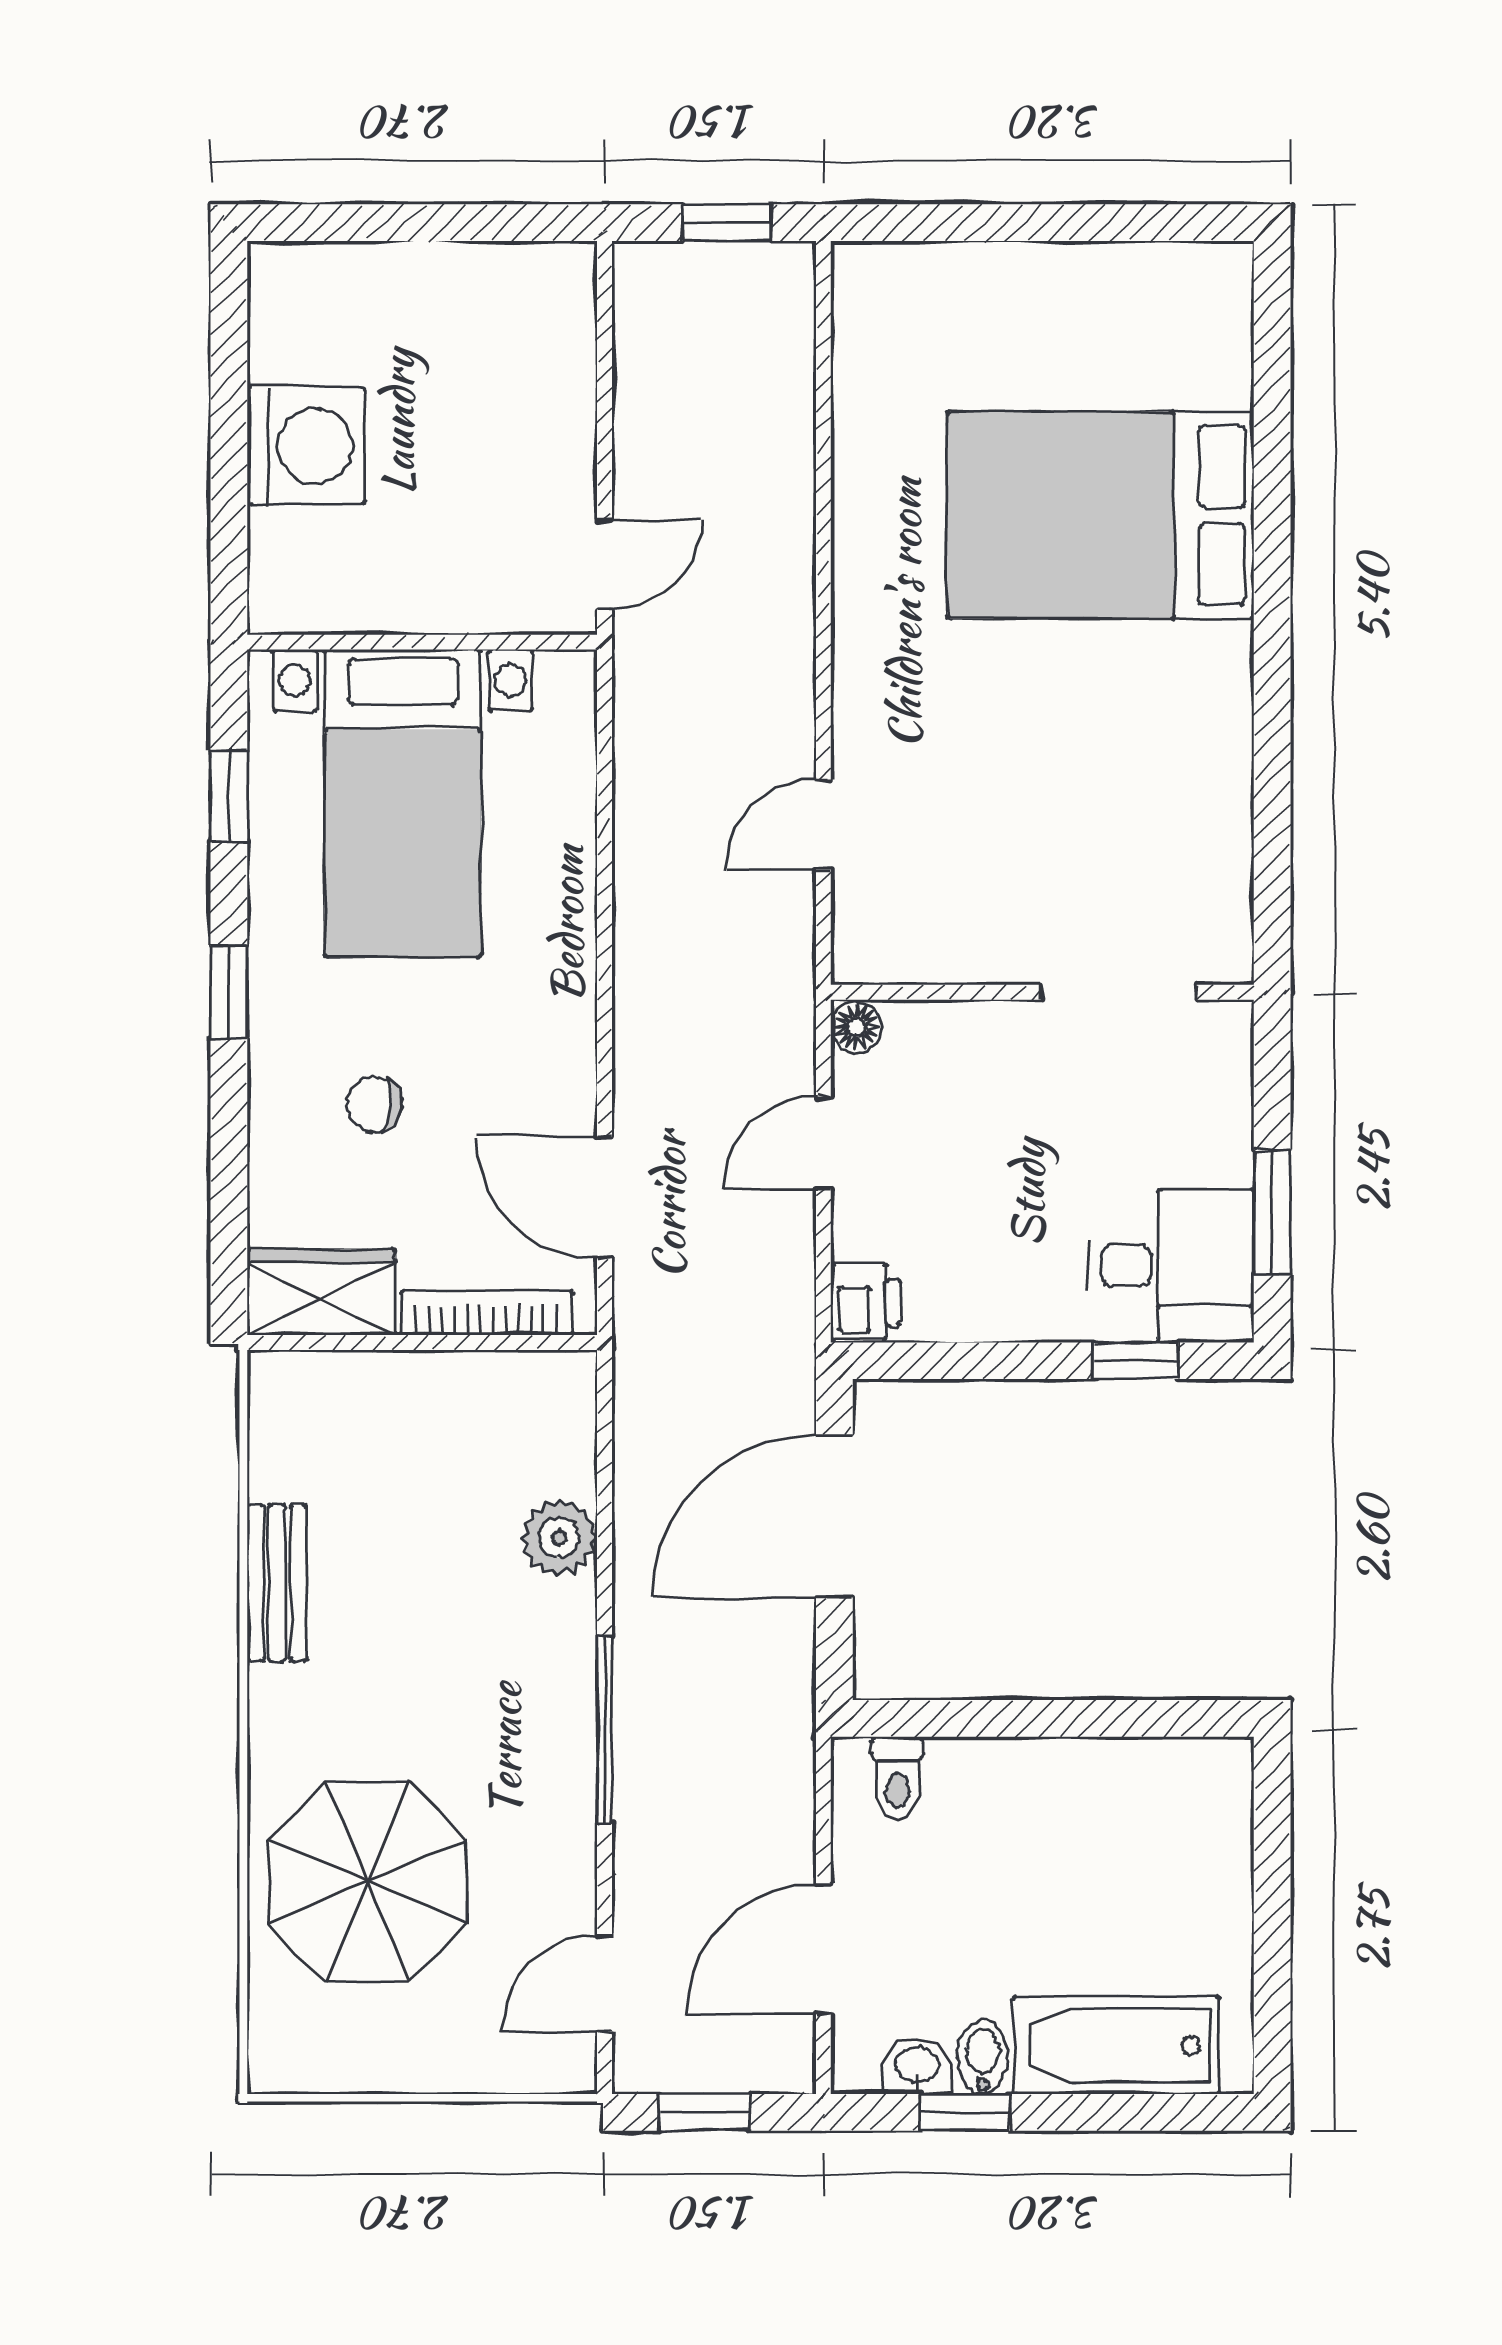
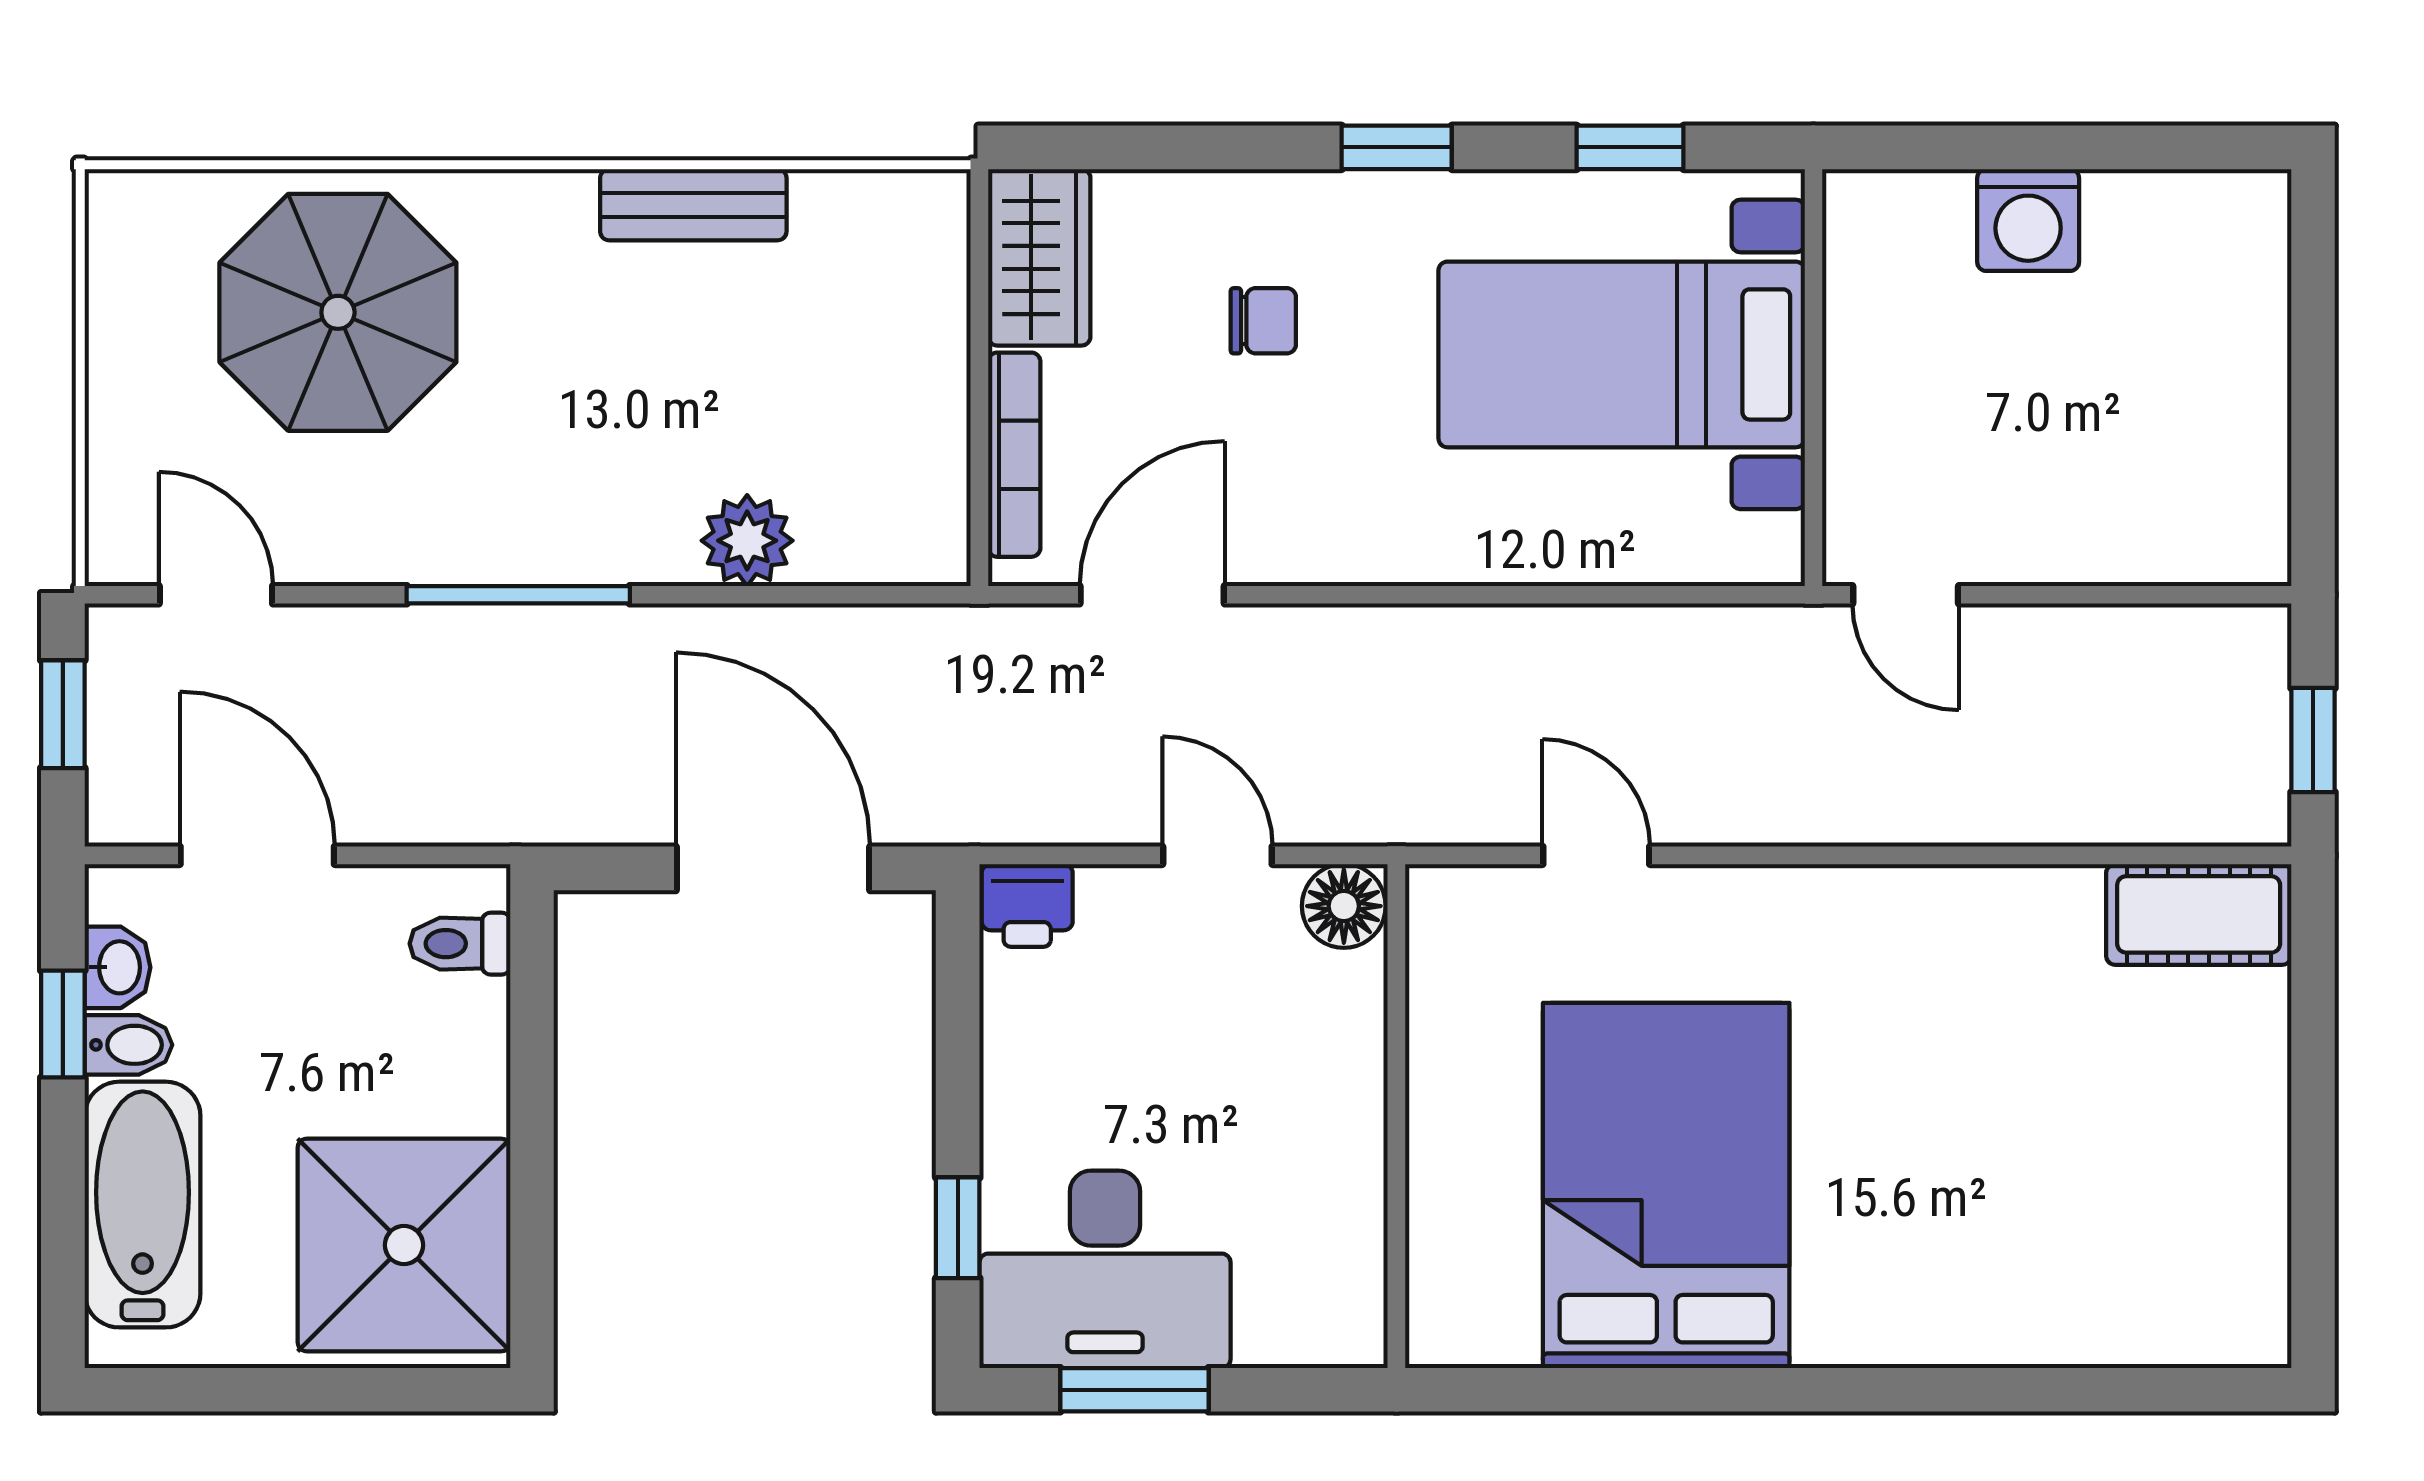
cot: (873, 319) -> (2199, 914), added
washing machine: (306, 446) -> (2028, 220), width x0.73, depth x0.73
bed: (1101, 515) -> (1666, 1185), moved
doorway: (1119, 992) -> (1396, 1207), removed
floor lamp: (856, 1027) -> (1344, 906), width x1.37, depth x1.37
chair: (374, 1104) -> (1263, 321), turned 83
desk: (1171, 1266) -> (1105, 1269), width x1.37
shower: (1151, 1826) -> (404, 1245), added

